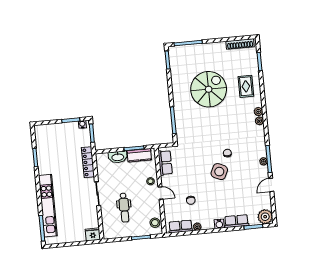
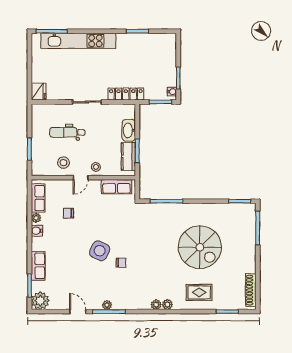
stool: (155, 223) -> (63, 163), moved
water cooler: (219, 224) -> (37, 231), moved

